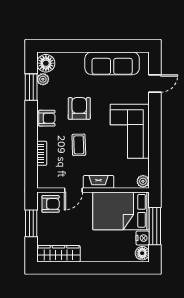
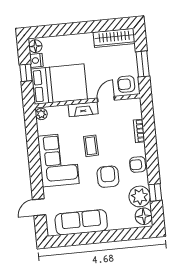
plant: (43, 79) -> (140, 196), width x1.87, depth x1.87
window: (31, 87) -> (155, 192), width x0.67
armchair: (79, 108) -> (108, 177), turned 180
coffee table: (79, 145) -> (91, 146), moved
window: (155, 226) -> (26, 73), width x0.46

